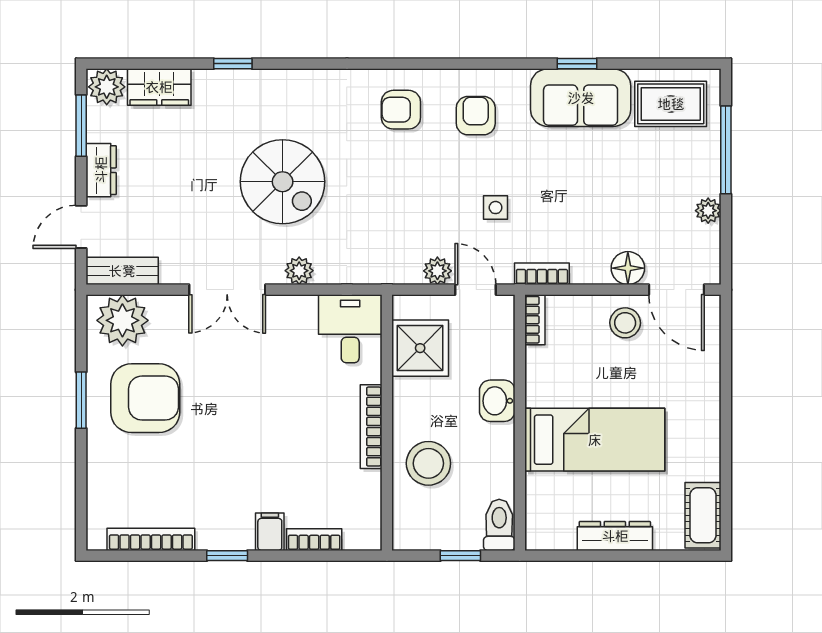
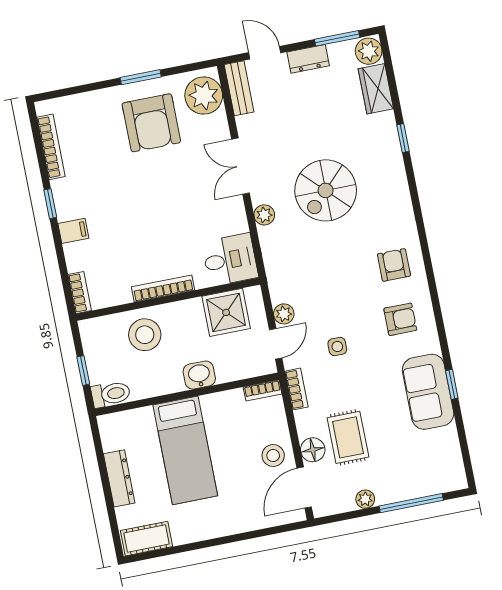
rug: (671, 104) -> (348, 437), moved
bookcase: (314, 540) -> (80, 293), moved

